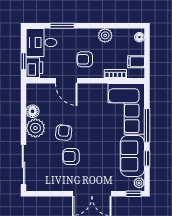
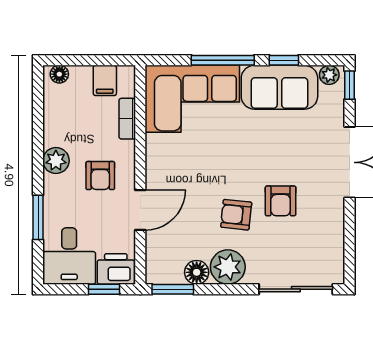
plant: (105, 35) -> (56, 161), moved
window: (23, 98) -> (173, 289), added

